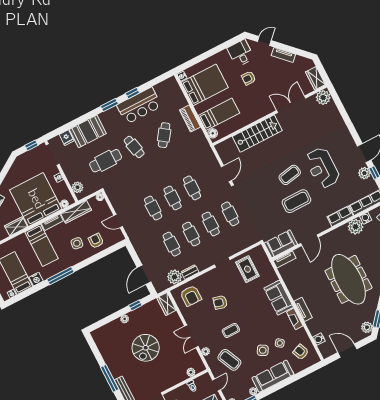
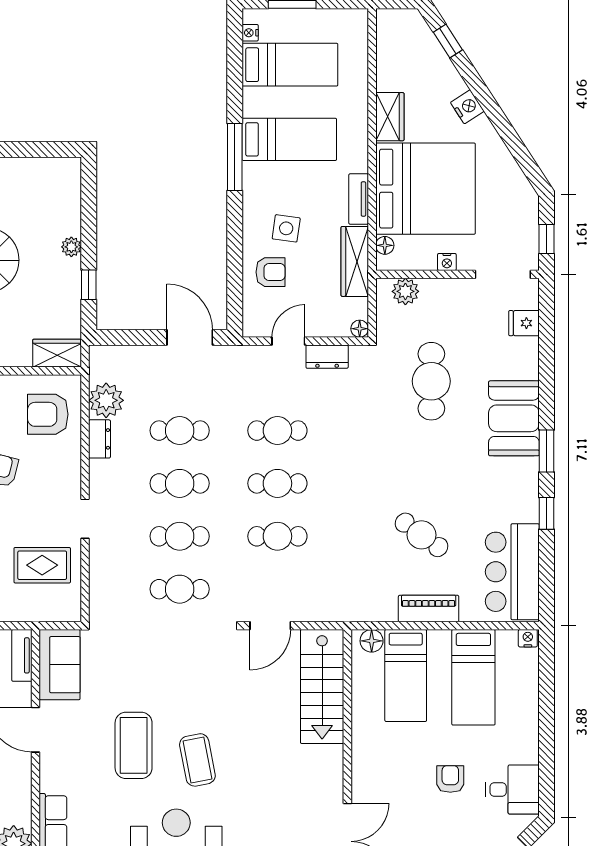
bed: (205, 85) -> (473, 677), width x0.67
bar counter: (139, 106) -> (512, 572), moved
booth: (88, 131) -> (514, 418), moved
stairs: (257, 133) -> (322, 686), moved
cafe table: (134, 147) -> (429, 458), removed
door: (226, 174) -> (270, 626), hinge flipped
dresser: (116, 204) -> (327, 357), added
bed: (42, 245) -> (289, 139), moved, turned 180
door: (144, 275) -> (190, 337), moved
nightstand: (36, 279) -> (254, 101), removed

